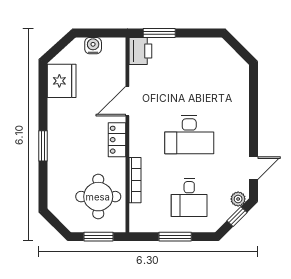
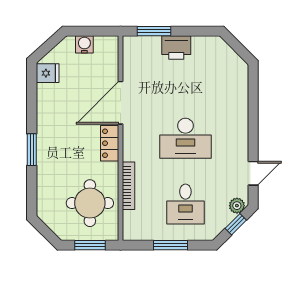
printer: (140, 51) -> (176, 48), moved, turned 90
fridge: (62, 81) -> (48, 73), width x0.53, depth x0.75
door: (127, 101) -> (121, 103), width x1.36

